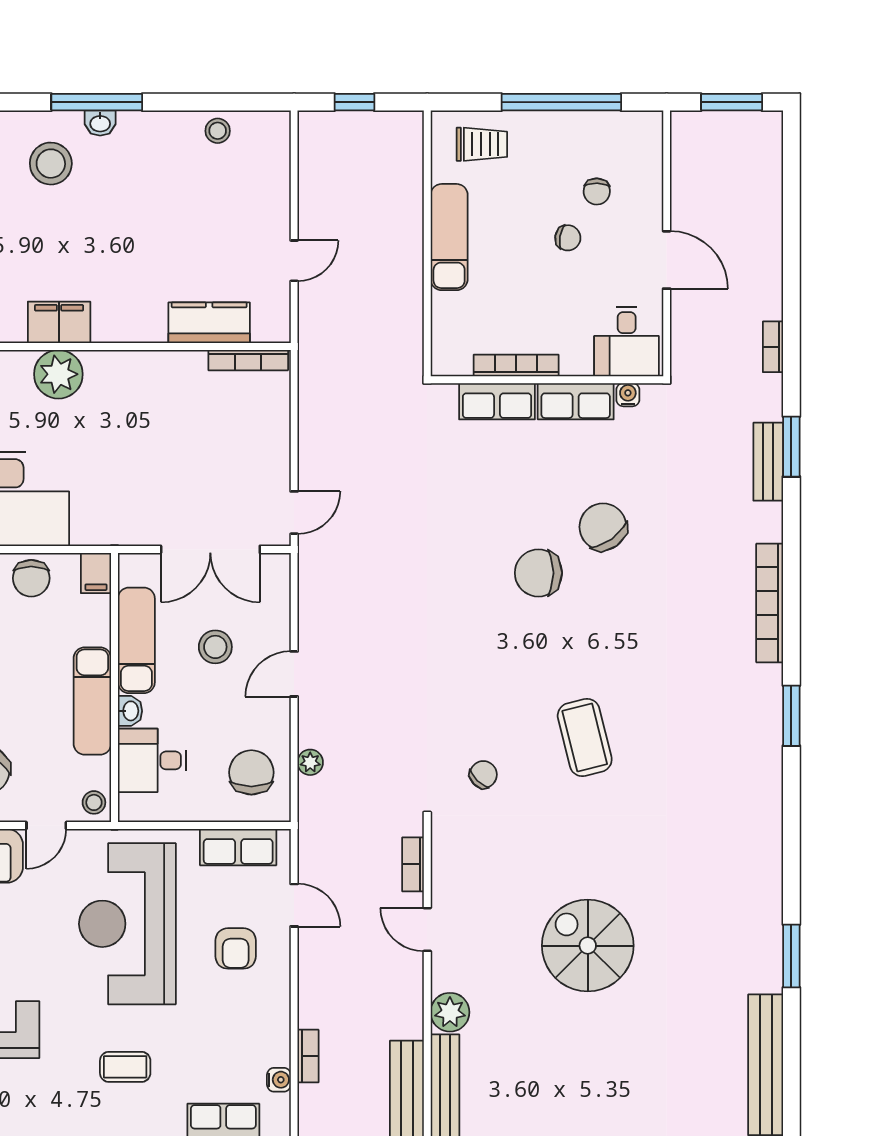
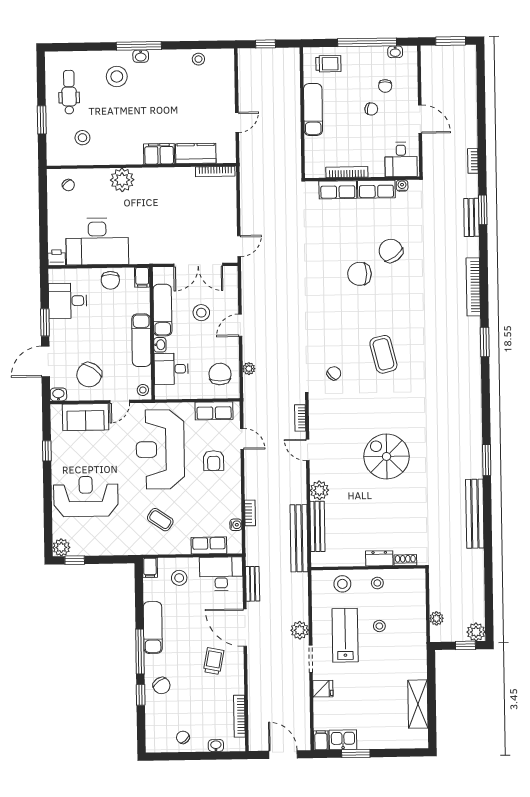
washbasin: (618, 122) -> (395, 52), added
filing cabinet: (59, 322) -> (159, 154), moved
coffee table: (125, 1067) -> (160, 520), turned 34

